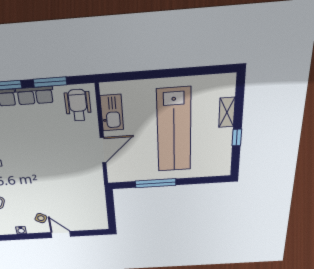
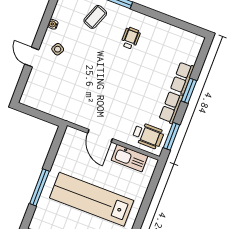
window: (50, 82) -> (172, 136), moved
window: (156, 183) -> (39, 187), moved
door: (61, 234) -> (32, 57), swing flipped

